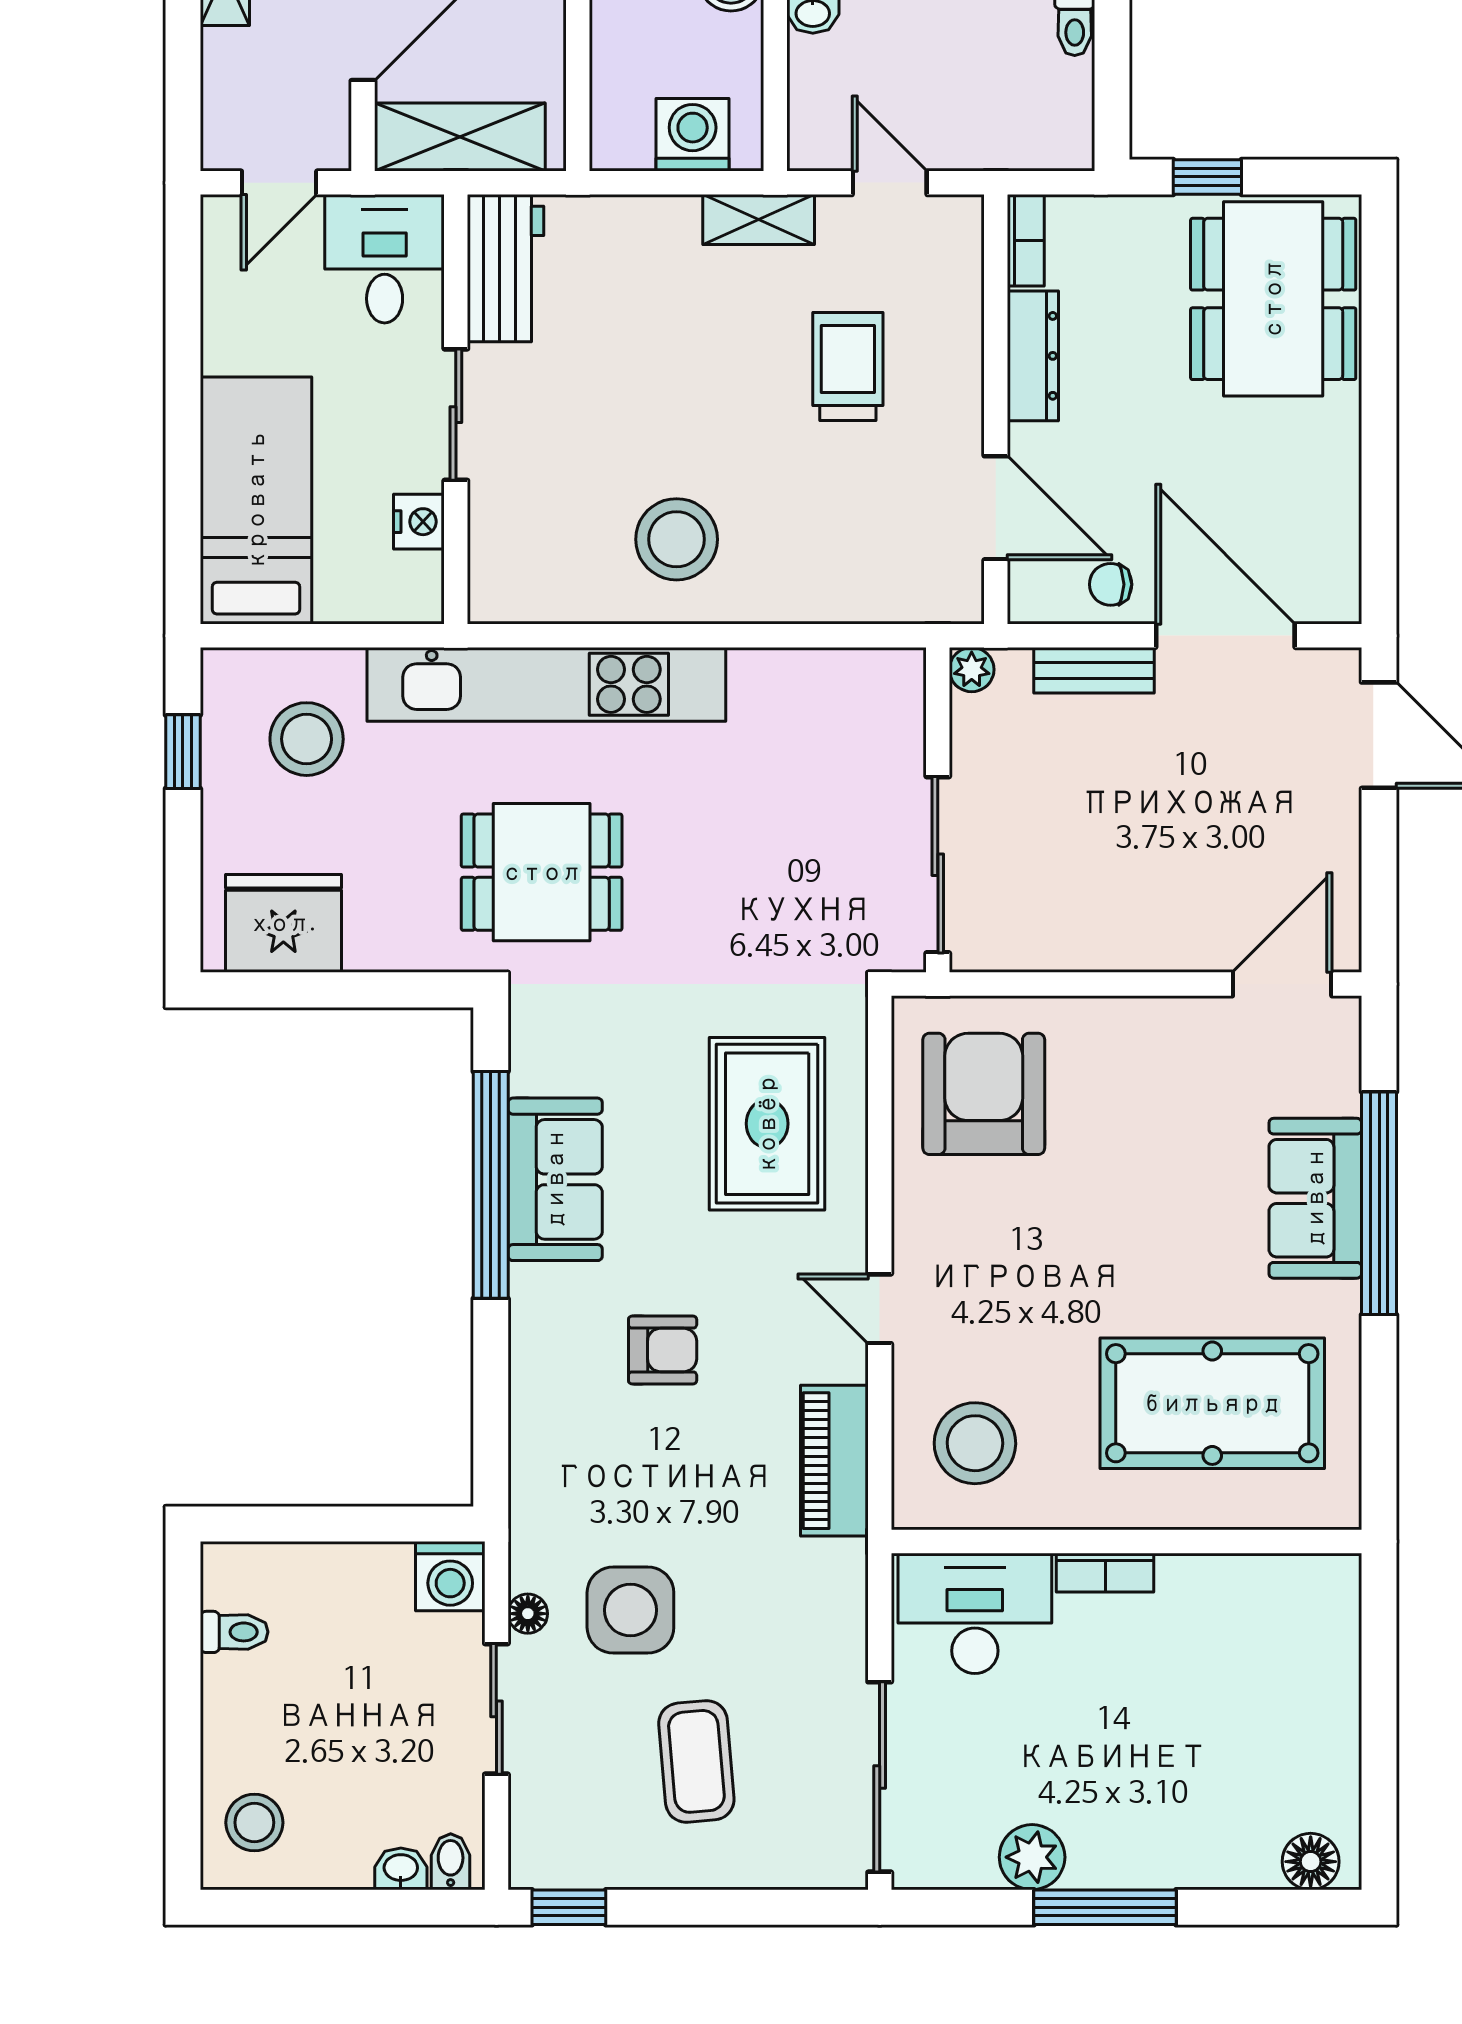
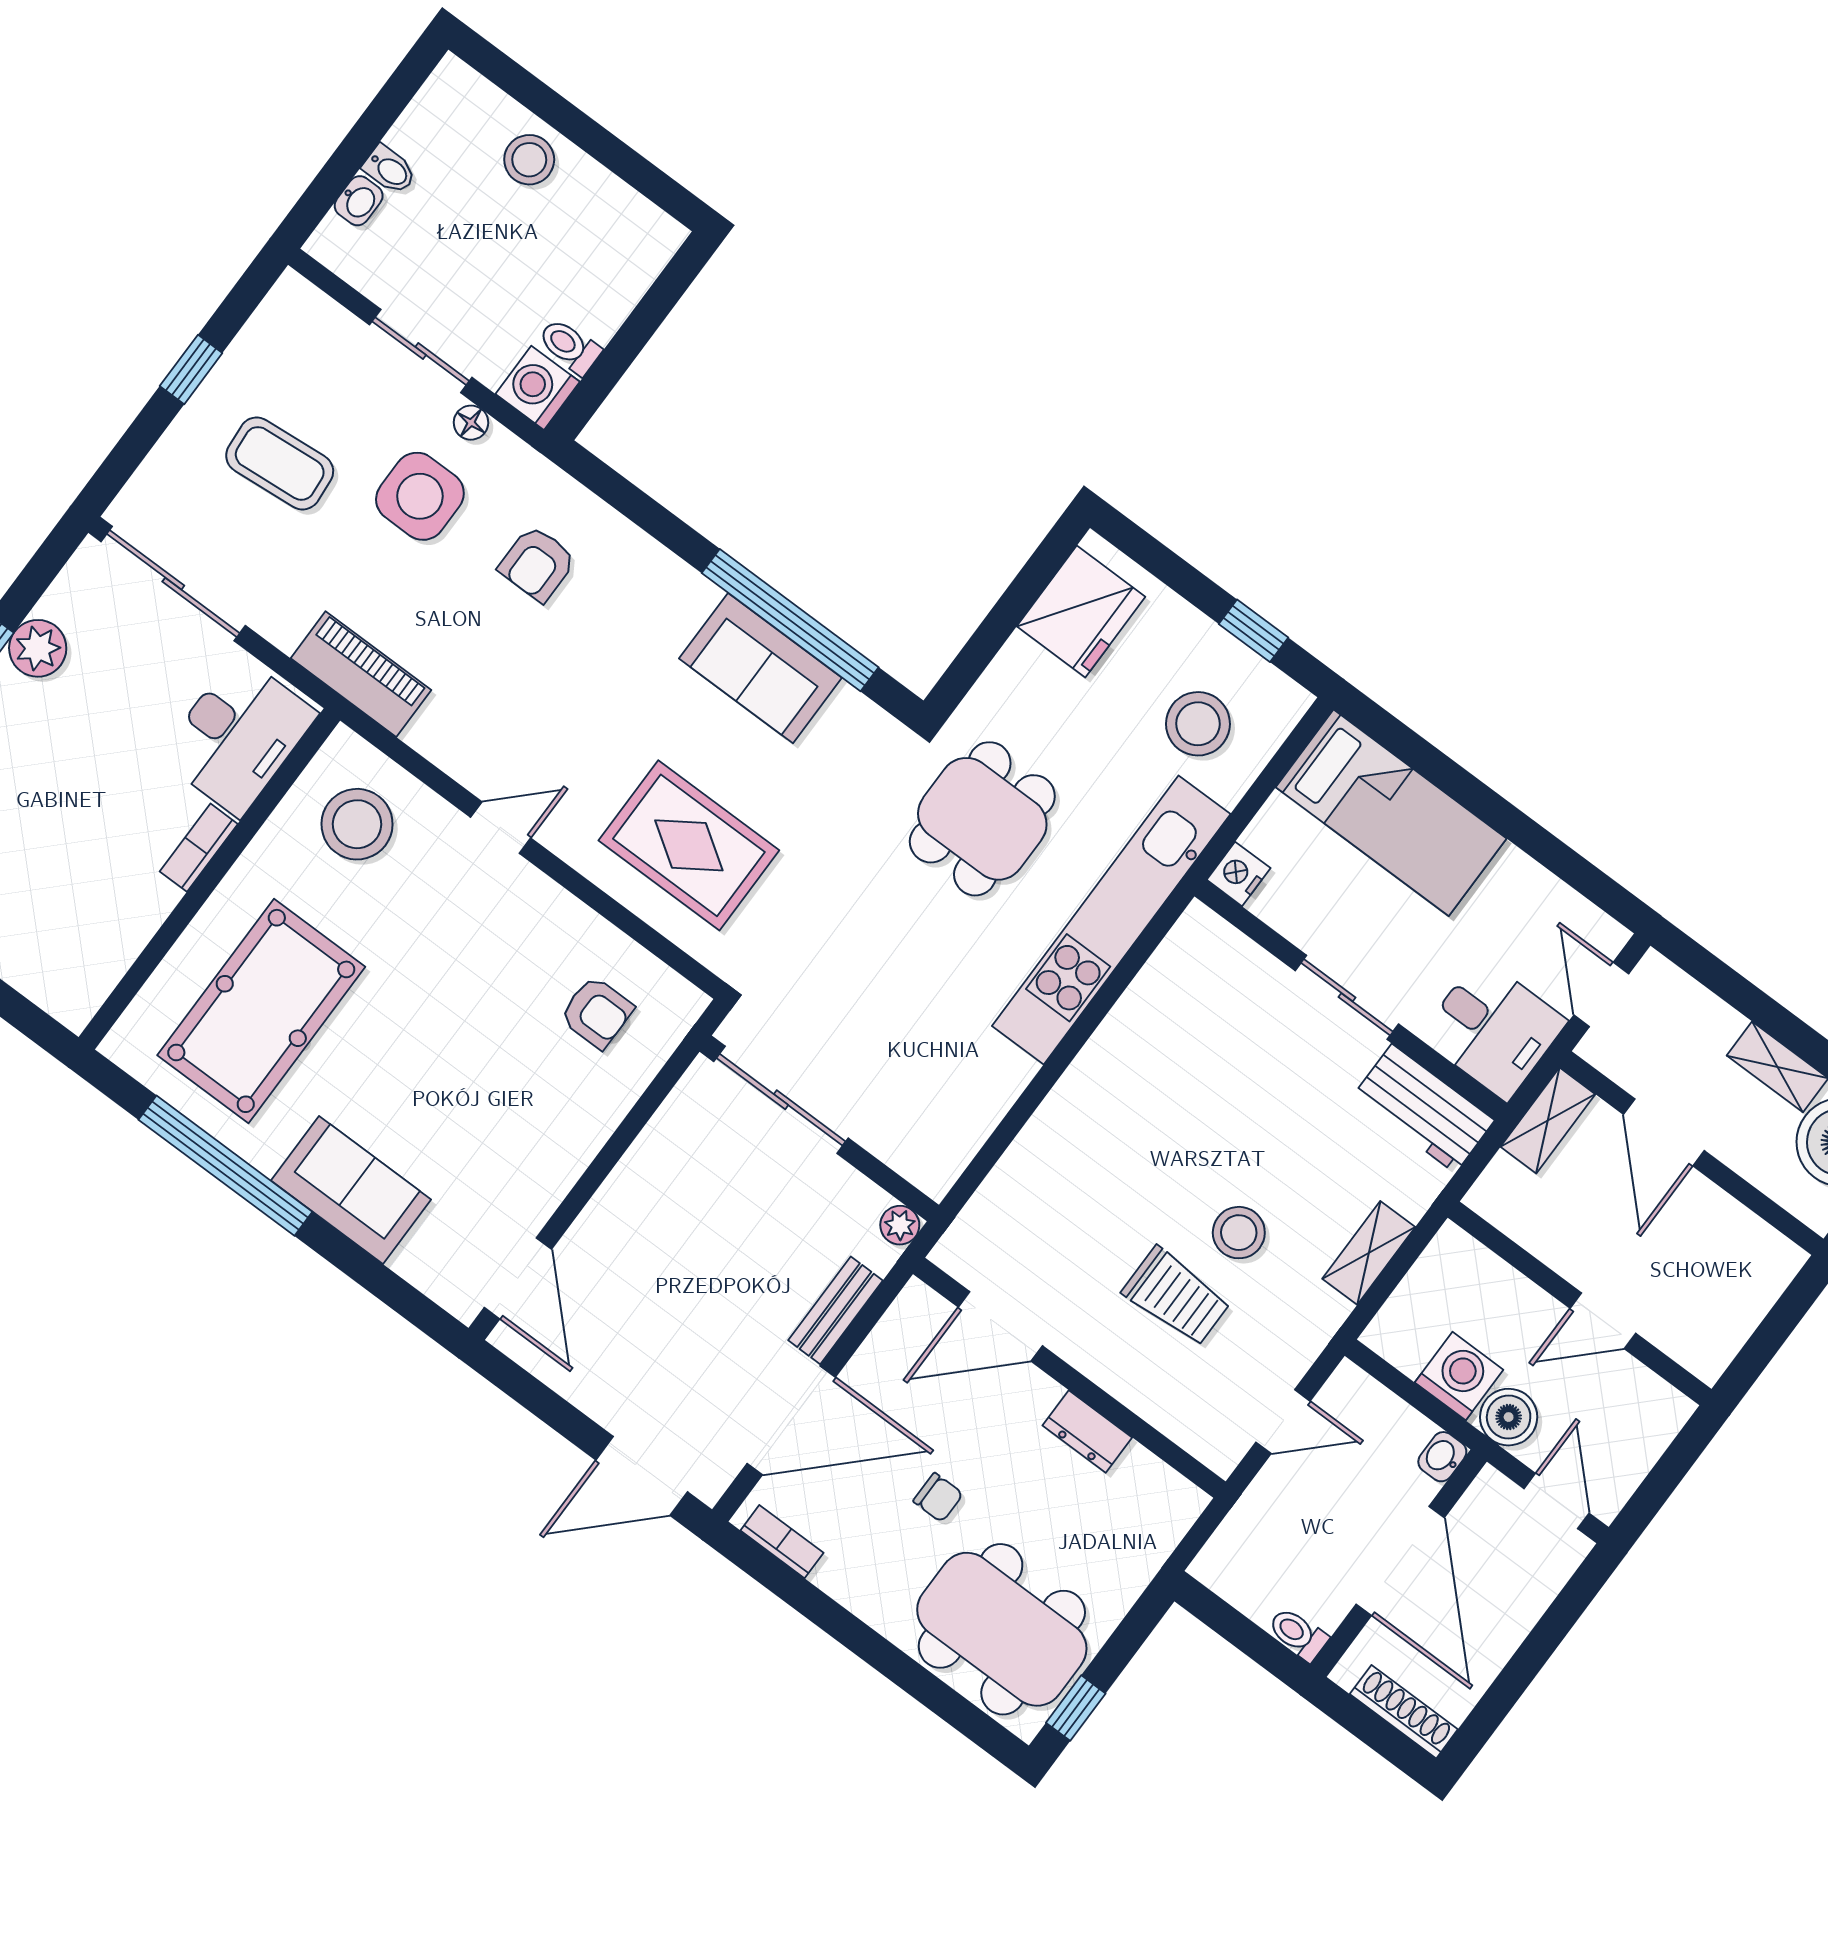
washing machine: (693, 135) -> (1459, 1376), moved, turned -90
shelving: (460, 137) -> (1548, 1120), width x0.67, depth x0.75
window: (1207, 177) -> (1076, 1708), moved
shelving: (759, 220) -> (1369, 1253), moved
bookcase: (1026, 240) -> (782, 1542), moved, turned 180
dresser: (1033, 356) -> (1087, 1432), width x0.70
nightstand: (419, 522) -> (1239, 874), moved, turned 90
stool: (677, 539) -> (1239, 1233), moved, width x0.73, depth x0.73
chair: (1111, 584) -> (938, 1497), moved, turned 90
armchair: (984, 1094) -> (597, 1012), width x0.53, depth x0.53
window: (1379, 1203) -> (225, 1166), moved
armchair: (663, 1350) -> (537, 564), moved
piano: (834, 1461) -> (361, 674), moved
toilet: (234, 1632) -> (570, 346), moved, turned 90
stool: (254, 1823) -> (529, 160), moved
bidet: (451, 1862) -> (390, 170), moved
window: (569, 1907) -> (191, 369), moved

